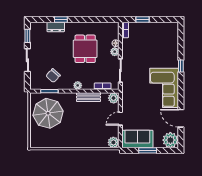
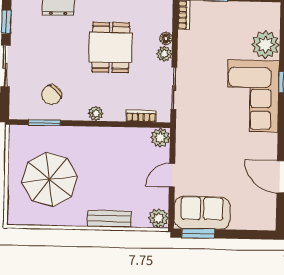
corner sofa: (164, 88) -> (253, 96), moved
bench: (88, 97) -> (109, 219), moved
parasol: (48, 113) -> (50, 180), moved
plant: (170, 140) -> (265, 45), moved
window: (148, 150) -> (198, 234), moved

